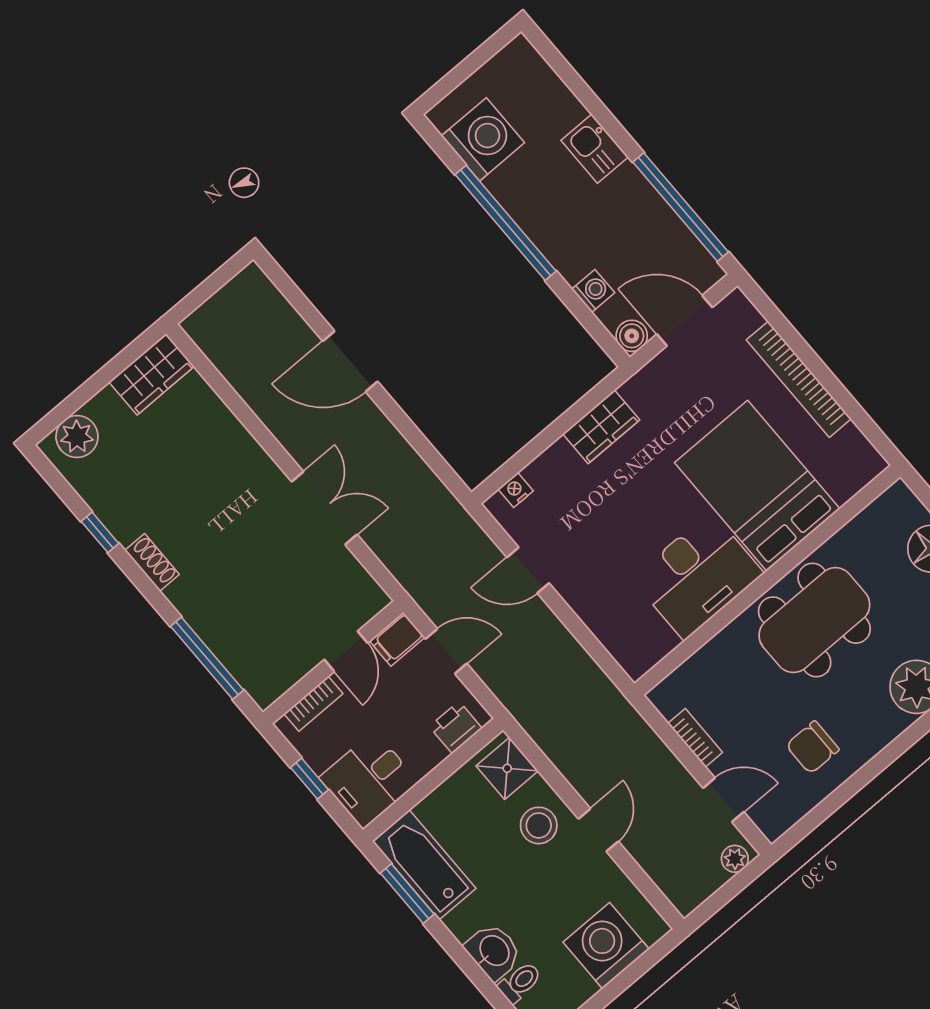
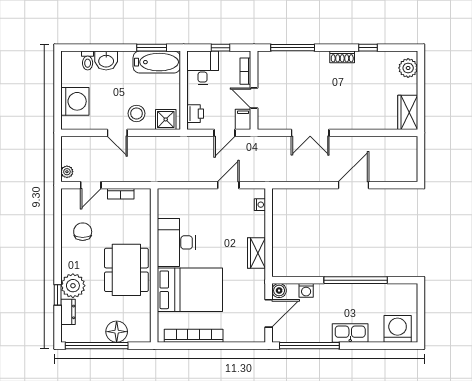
washing machine: (483, 139) -> (398, 329), moved, turned 180
kitchen sink: (595, 149) -> (350, 333), width x1.38
bookcase: (799, 379) -> (194, 336), moved

